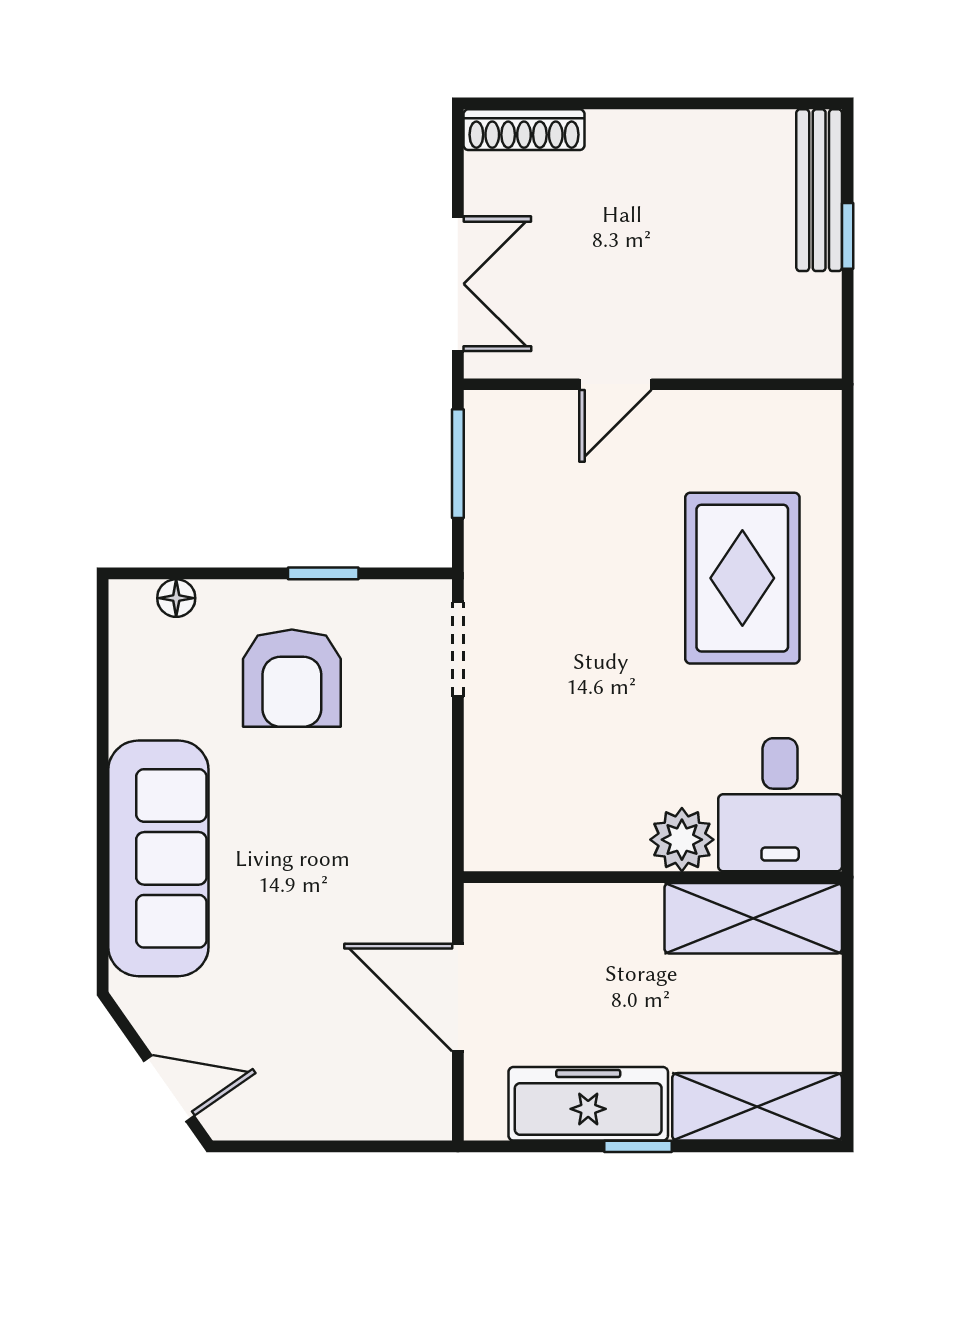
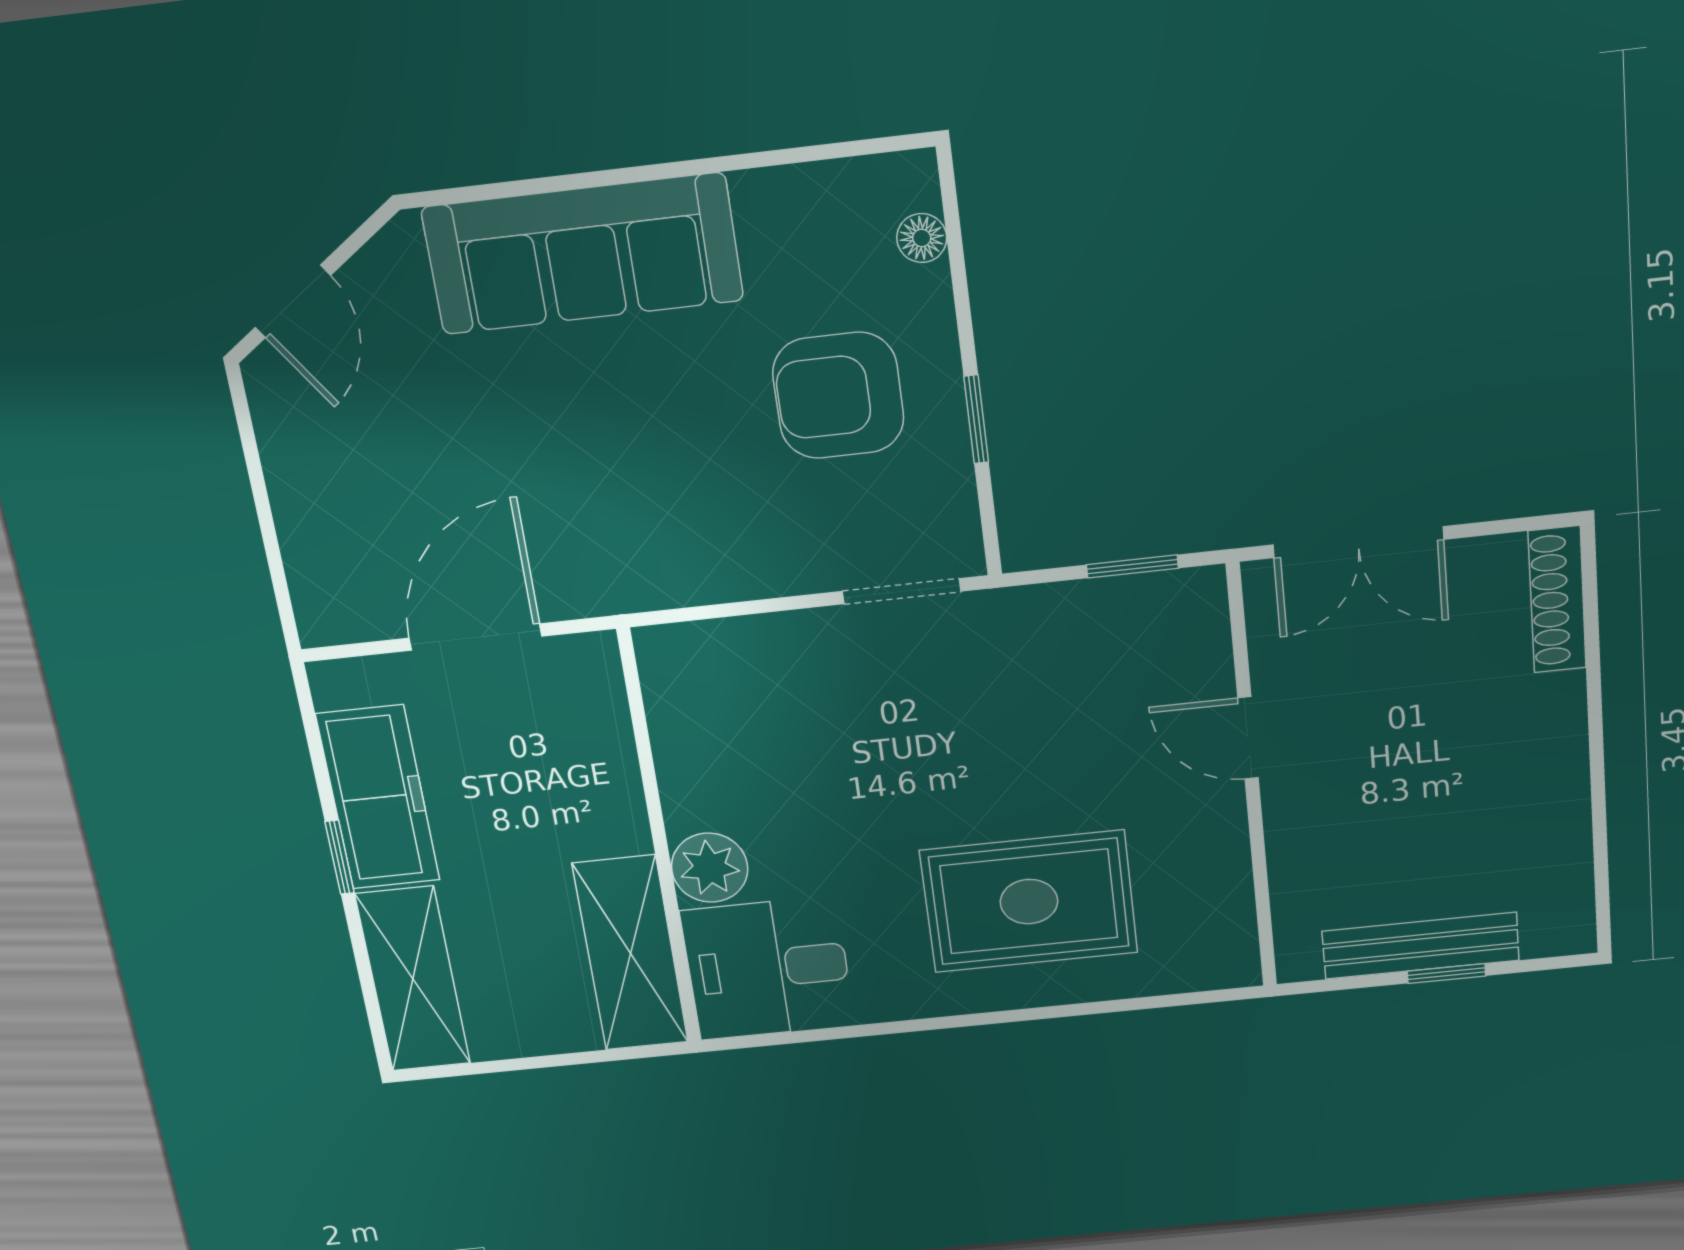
bench: (819, 190) -> (1421, 946), moved
window: (458, 464) -> (1132, 566), width x0.67

